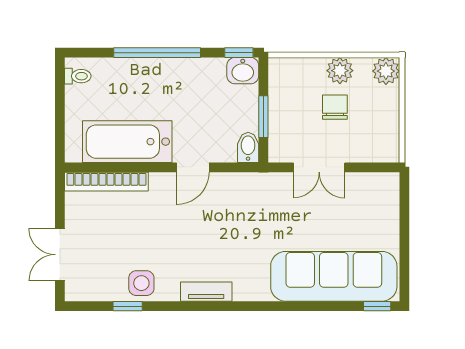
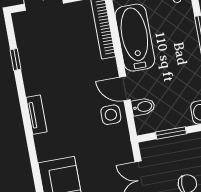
bidet: (248, 147) -> (143, 107), moved
side table: (141, 283) -> (111, 115), moved

